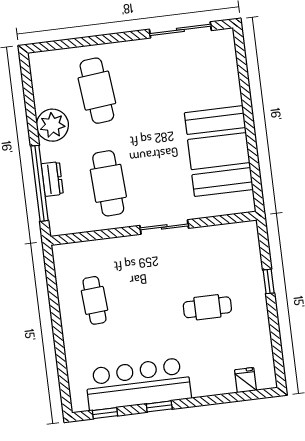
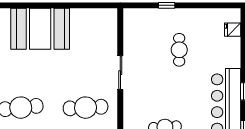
booth: (219, 151) -> (40, 29), moved

